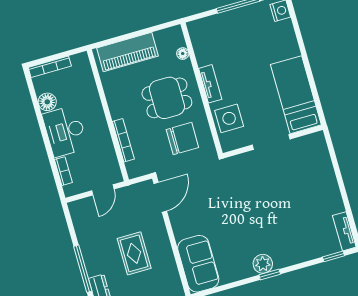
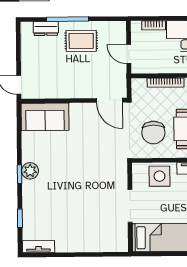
rug: (134, 253) -> (81, 41), moved
window: (333, 256) -> (20, 218), moved

